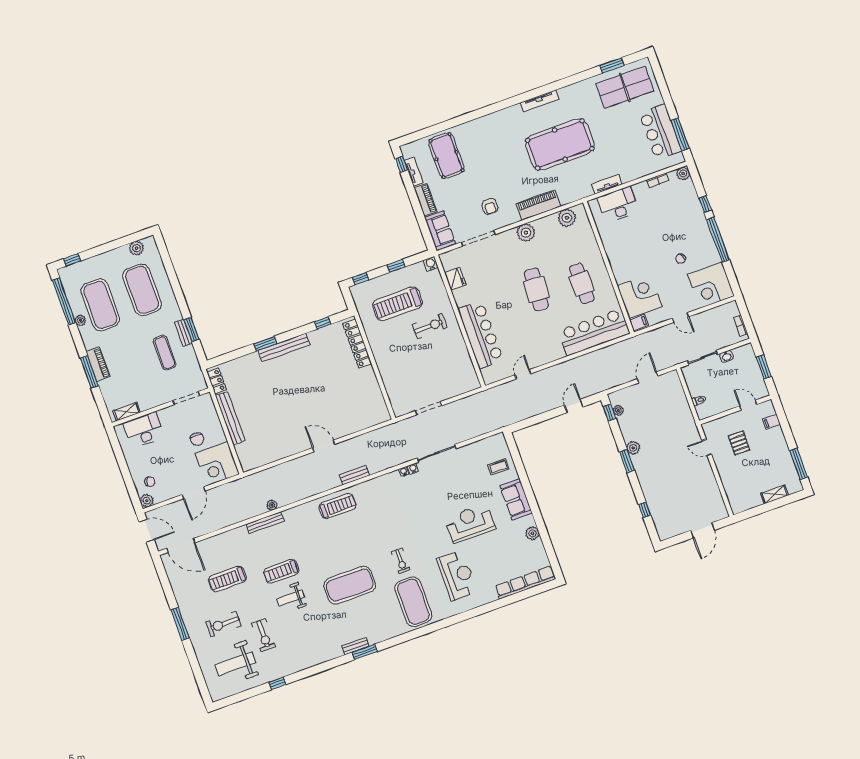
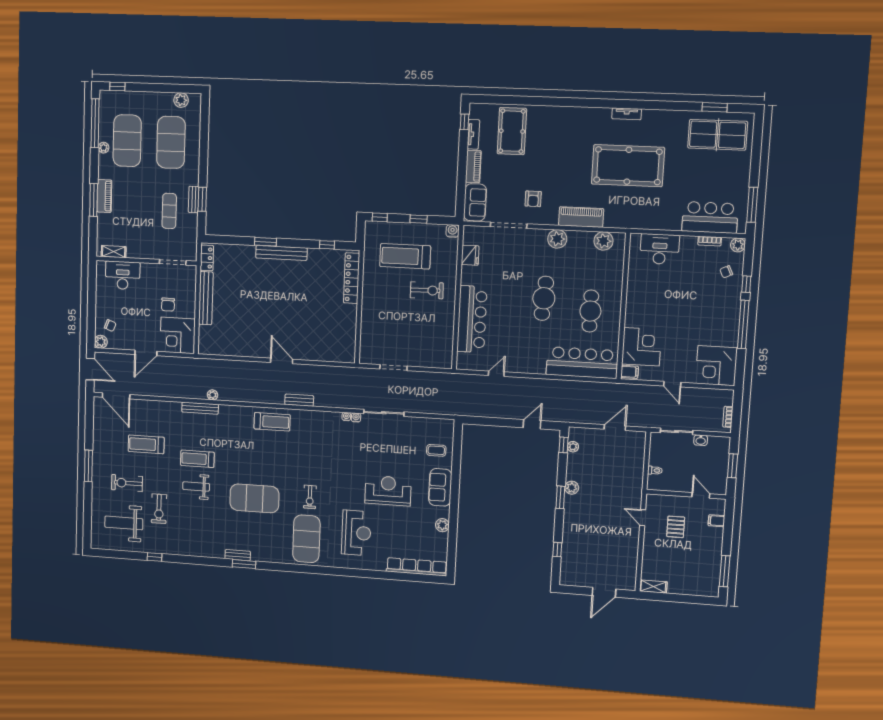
tv unit: (540, 101) -> (627, 114), width x0.71
bar counter: (660, 132) -> (710, 217), moved, turned 90
tv unit: (607, 184) -> (657, 224), removed
chair: (681, 259) -> (726, 272), moved
shelving: (775, 494) -> (653, 587), moved

